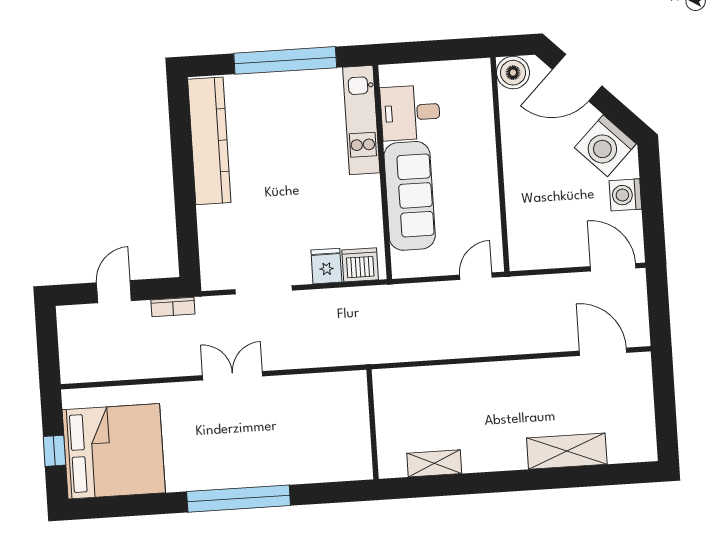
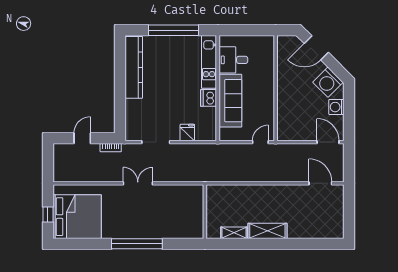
boiler: (513, 73) -> (285, 43), removed
dishwasher: (360, 265) -> (209, 98), moved, turned -90
shelving: (567, 451) -> (267, 231), moved

